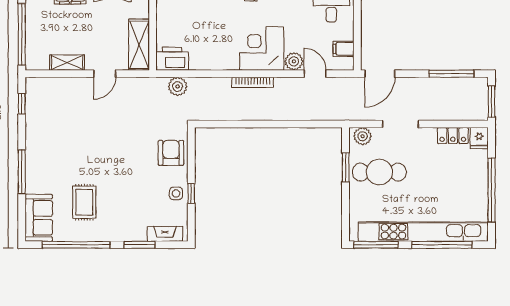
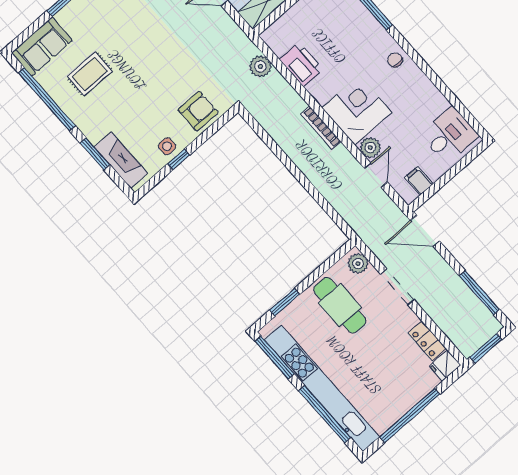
printer: (172, 59) -> (301, 64), moved
window: (346, 167) -> (285, 302), moved
fireplace: (165, 234) -> (121, 160), width x1.37, depth x1.32

